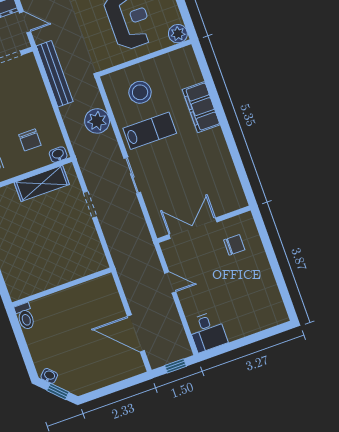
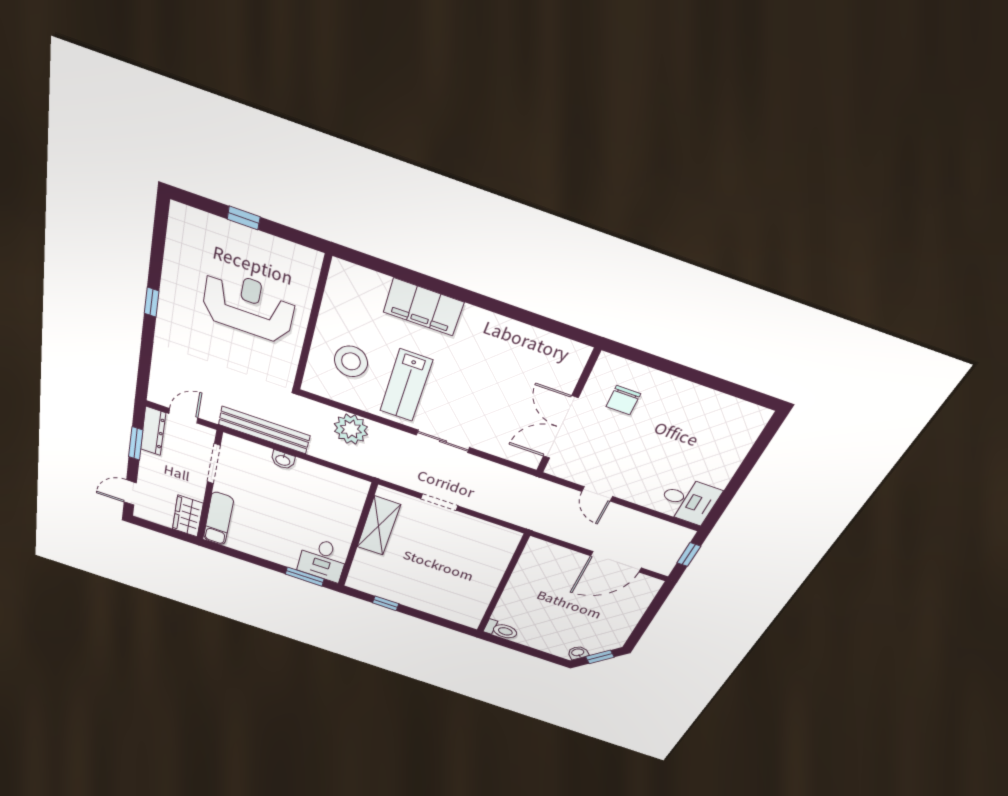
plant: (178, 34) -> (307, 262), removed
lab bench: (150, 131) -> (406, 386), turned 180
chair: (30, 140) -> (322, 503), removed
washbasin: (58, 155) -> (283, 460), moved, turned -90
chair: (234, 245) -> (623, 400), turned 180
door: (170, 282) -> (597, 494), swing flipped

